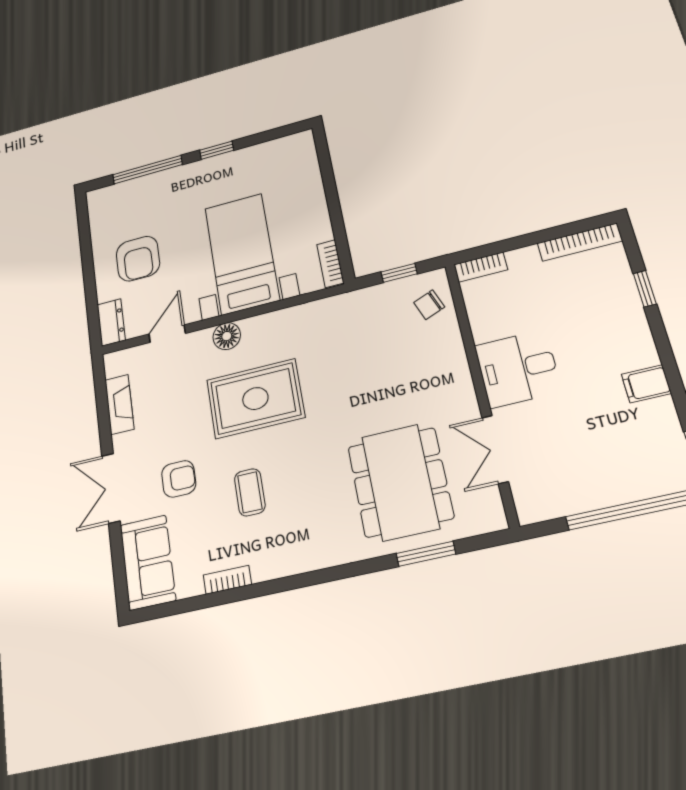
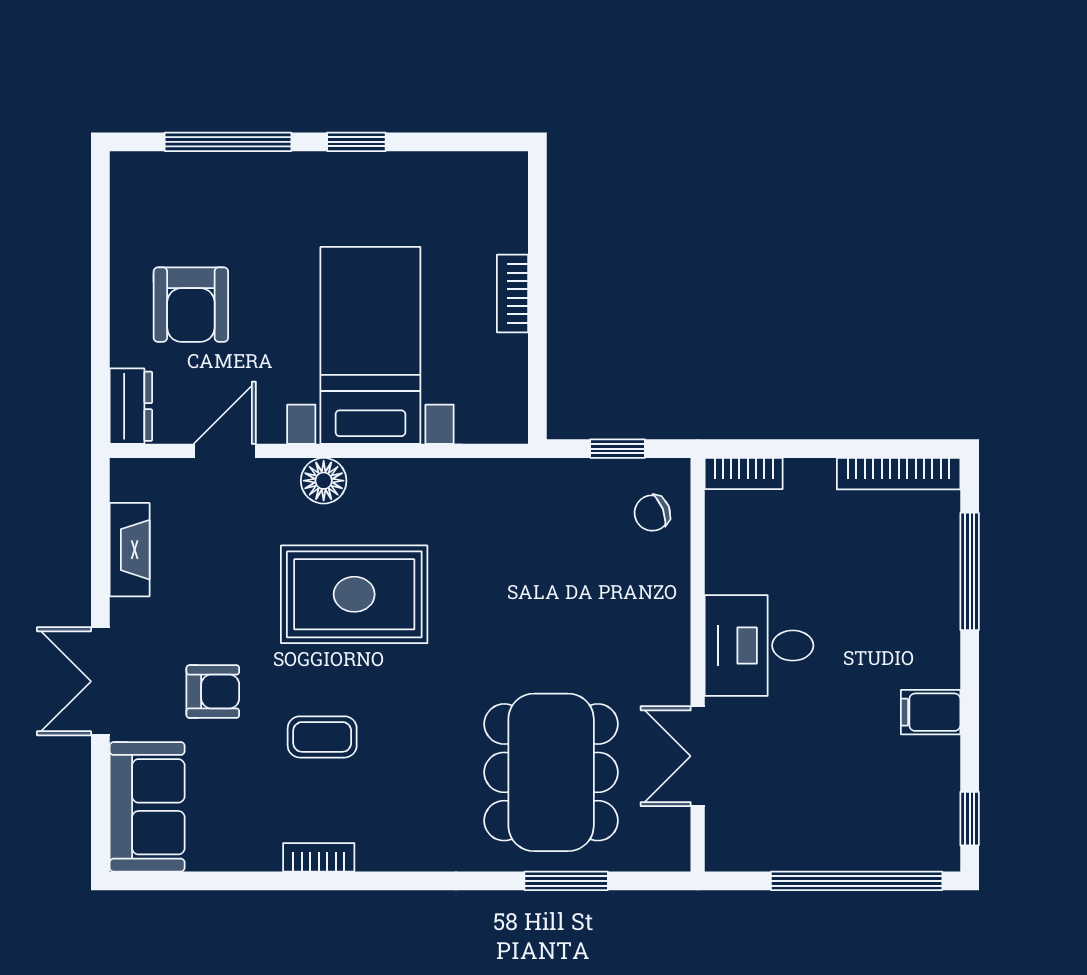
bookcase: (330, 264) -> (512, 293), moved
window: (645, 289) -> (970, 571), width x2.17
coffee table: (250, 492) -> (322, 737), turned 90
bookcase: (227, 580) -> (319, 857), moved

